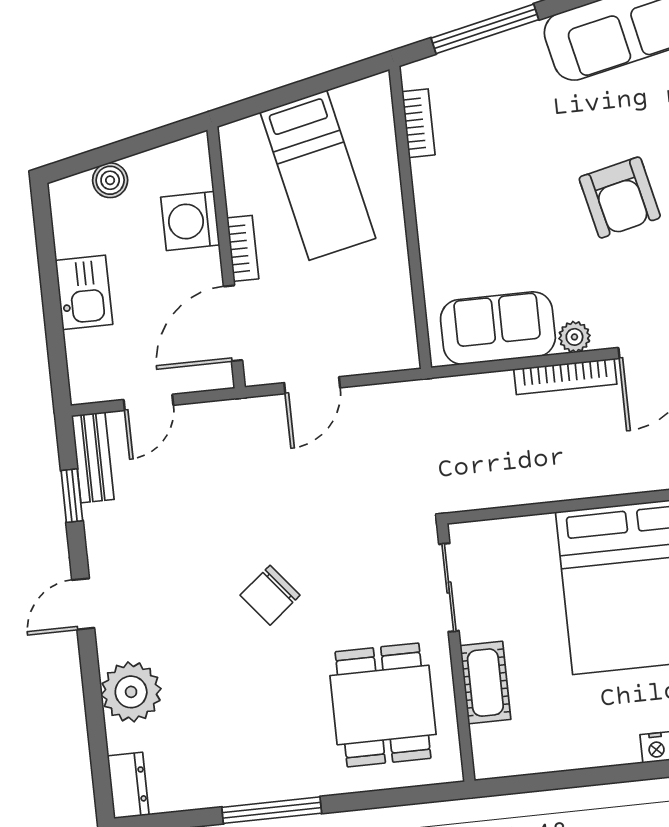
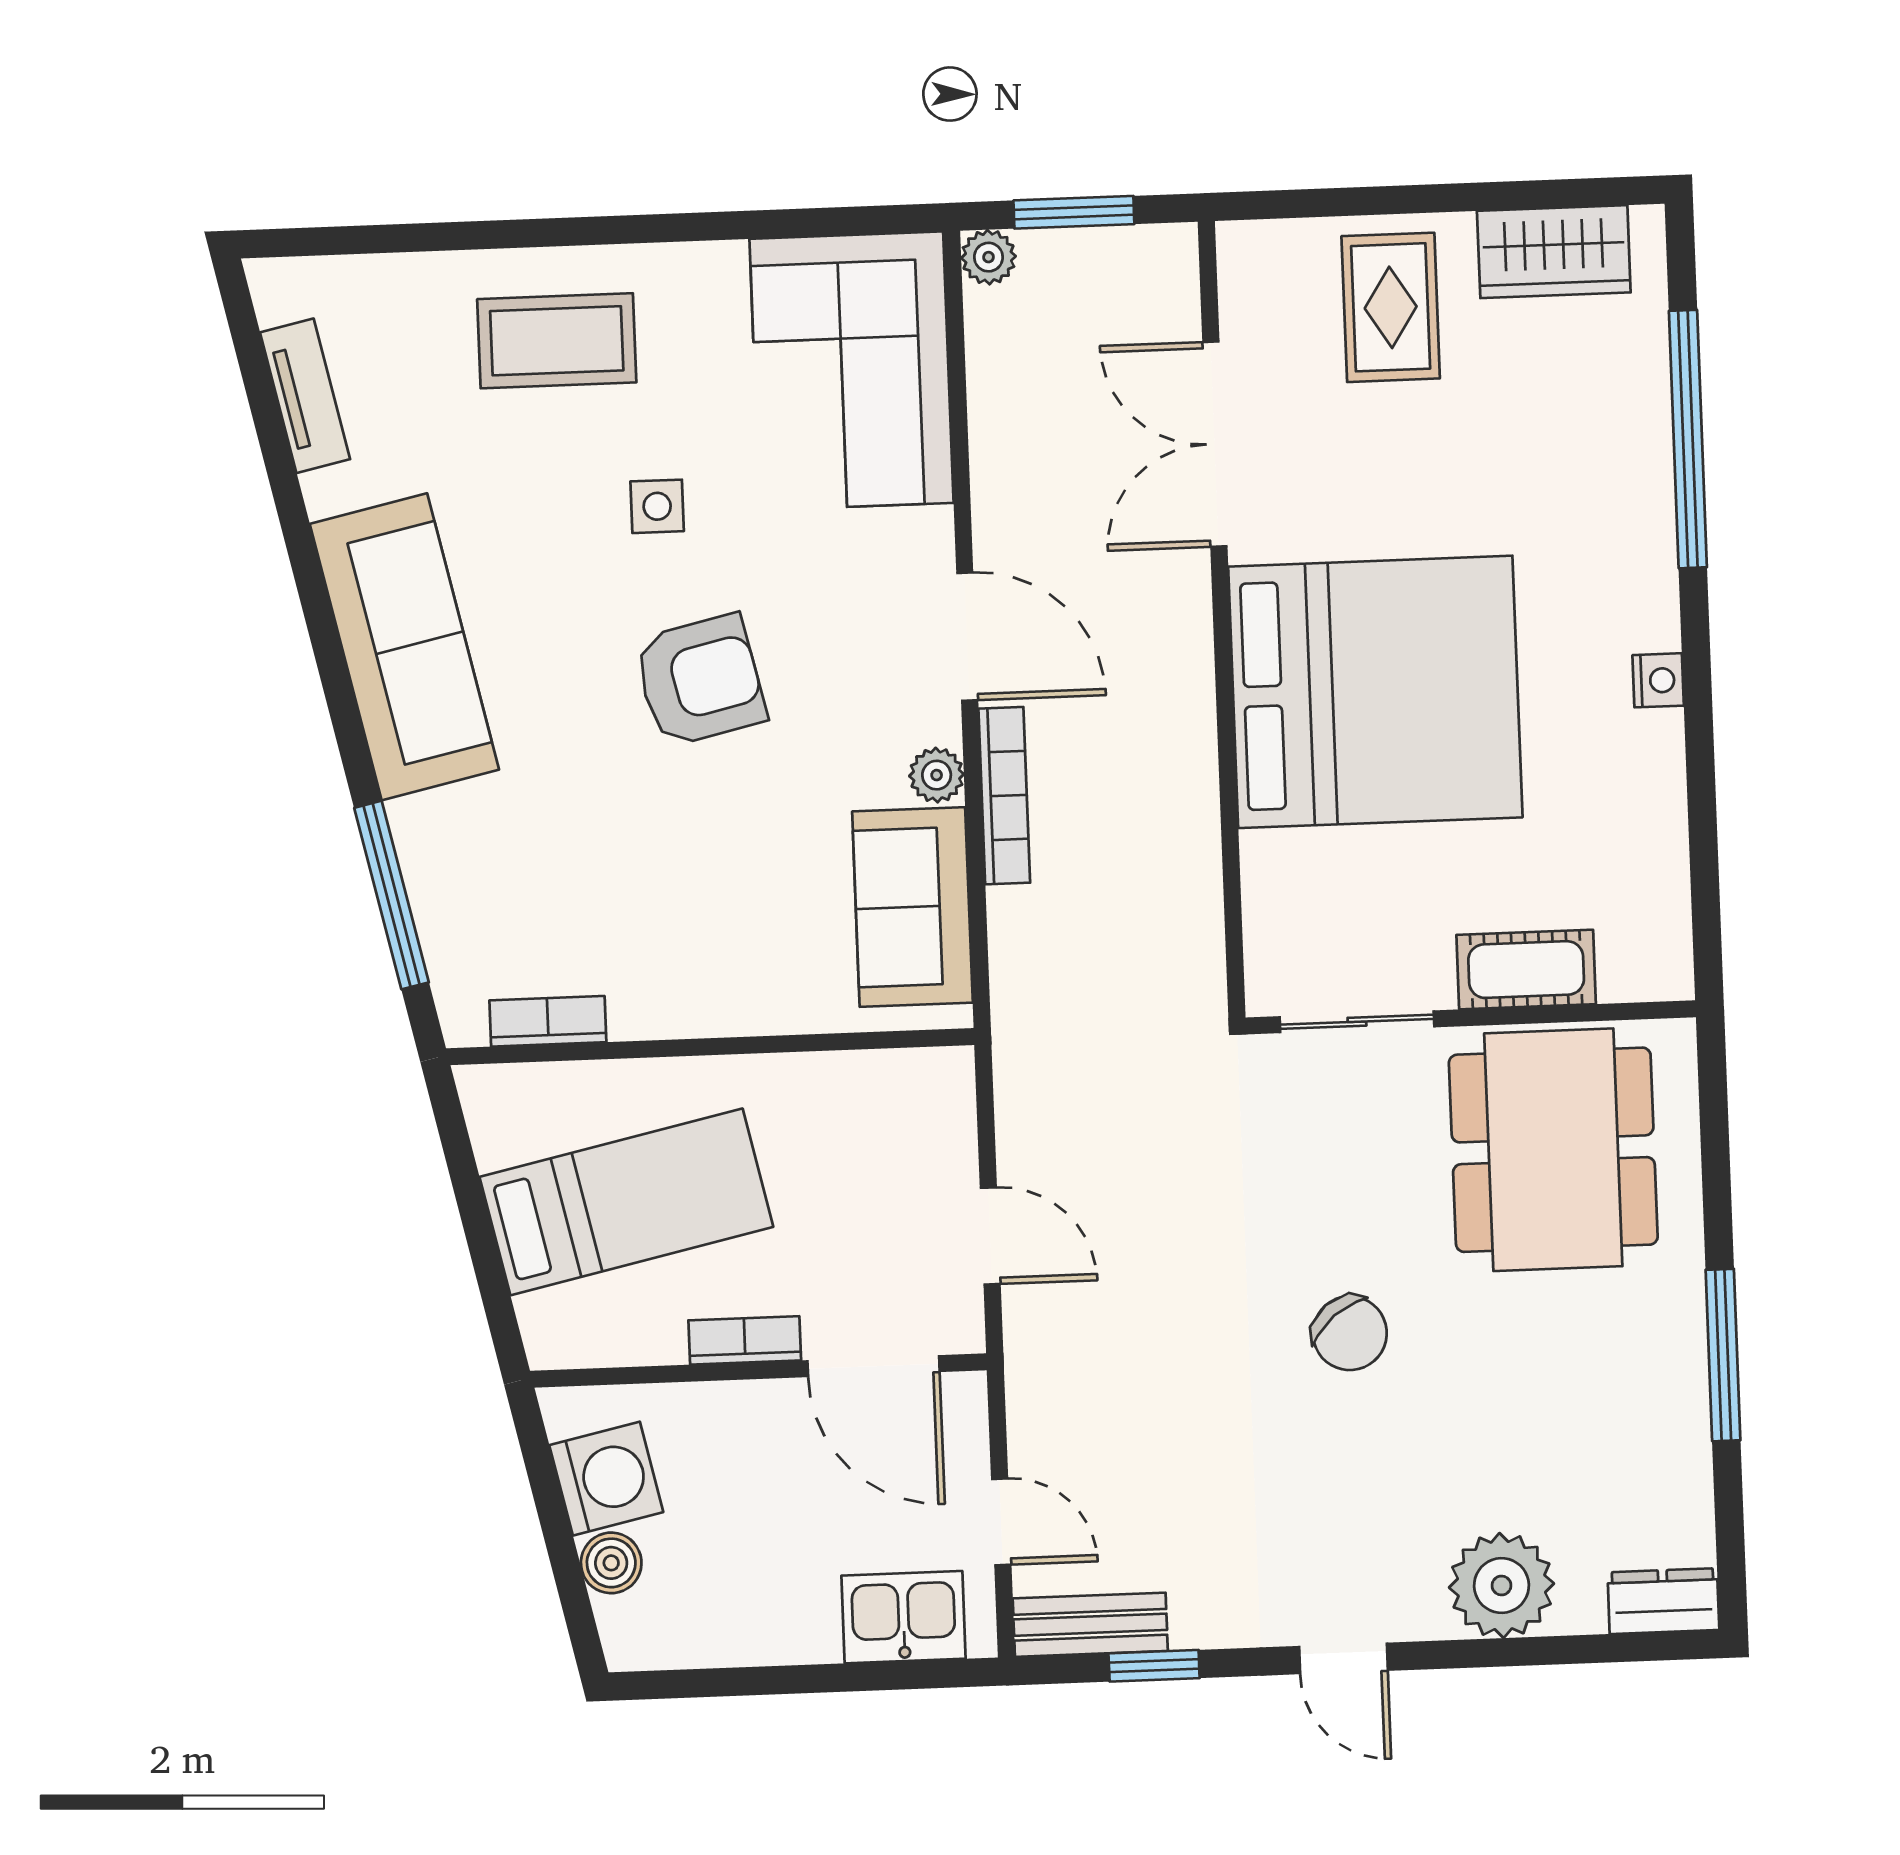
washing machine: (190, 221) -> (606, 1479), moved, turned -102
kitchen sink: (84, 292) -> (904, 1617), moved
dining table: (383, 705) -> (1553, 1150), width x1.38

